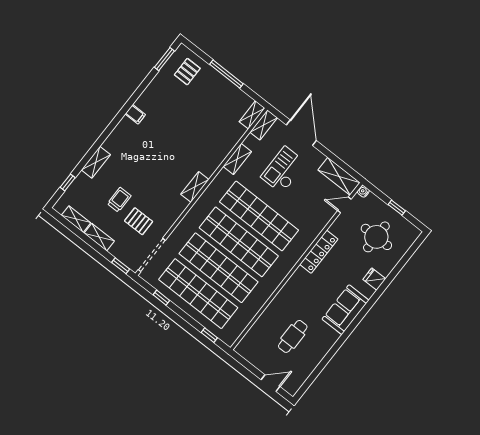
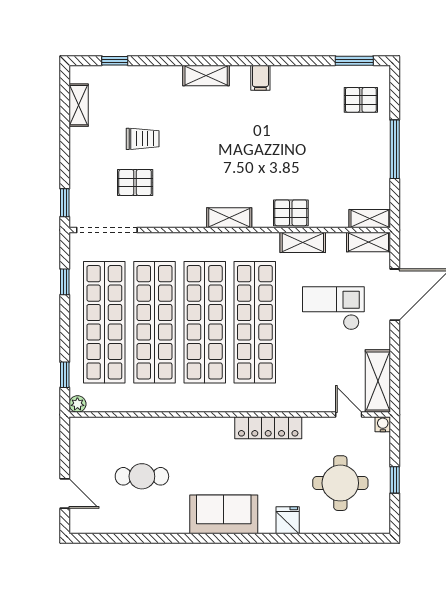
pallet: (217, 153) -> (291, 213), added
shelving: (96, 162) -> (206, 75), moved
pallet: (139, 221) -> (135, 182), turned 90
shelving: (99, 237) -> (79, 150), removed
plant: (229, 340) -> (77, 404), added

